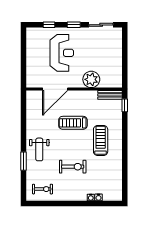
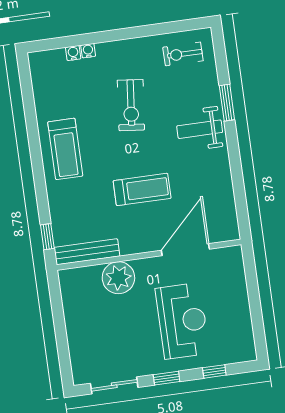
reception desk: (62, 53) -> (182, 321), turned 180
bench: (110, 95) -> (87, 252), width x1.36
treadmill: (101, 141) -> (65, 149), moved
weight bench: (39, 149) -> (200, 129), turned -90
exercise bike: (73, 167) -> (131, 105), turned -84

